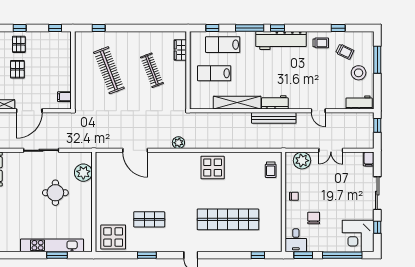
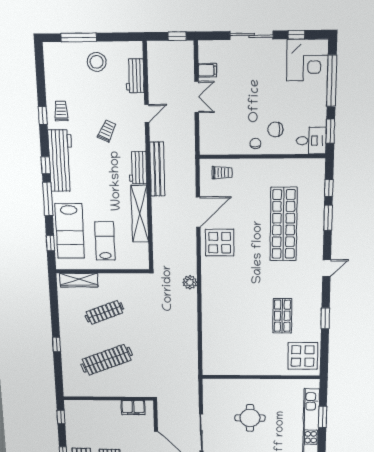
window: (99, 28) -> (57, 344), moved
window: (338, 28) -> (43, 116), moved
lab bench: (223, 45) -> (70, 231), width x1.36, depth x1.39
wardrobe: (180, 50) -> (79, 280), width x1.50
trolley: (345, 52) -> (107, 131), moved
lab bench: (214, 73) -> (105, 241), turned 180
filing cabinet: (64, 97) -> (133, 408), width x2.00
workbench: (359, 102) -> (135, 76), moved
window: (377, 125) -> (177, 36), moved
door: (135, 150) -> (198, 212), moved
filing cabinet: (369, 159) -> (207, 70), moved
plant: (302, 161) -> (210, 134), removed
plant: (83, 173) -> (227, 388), removed
chair: (314, 218) -> (275, 129), moved
window: (233, 255) -> (328, 218), added

